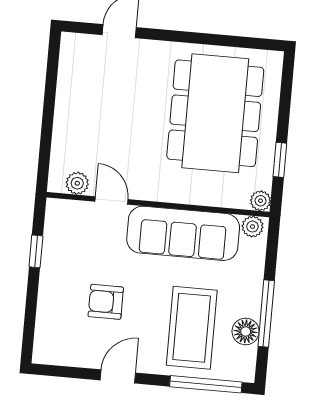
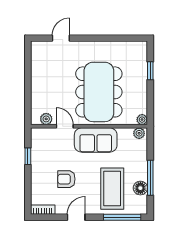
dining table: (215, 113) -> (99, 92), moved
window: (280, 160) -> (150, 71), moved
sofa: (183, 233) -> (96, 140), width x0.73
bookcase: (55, 356) -> (43, 210), added

